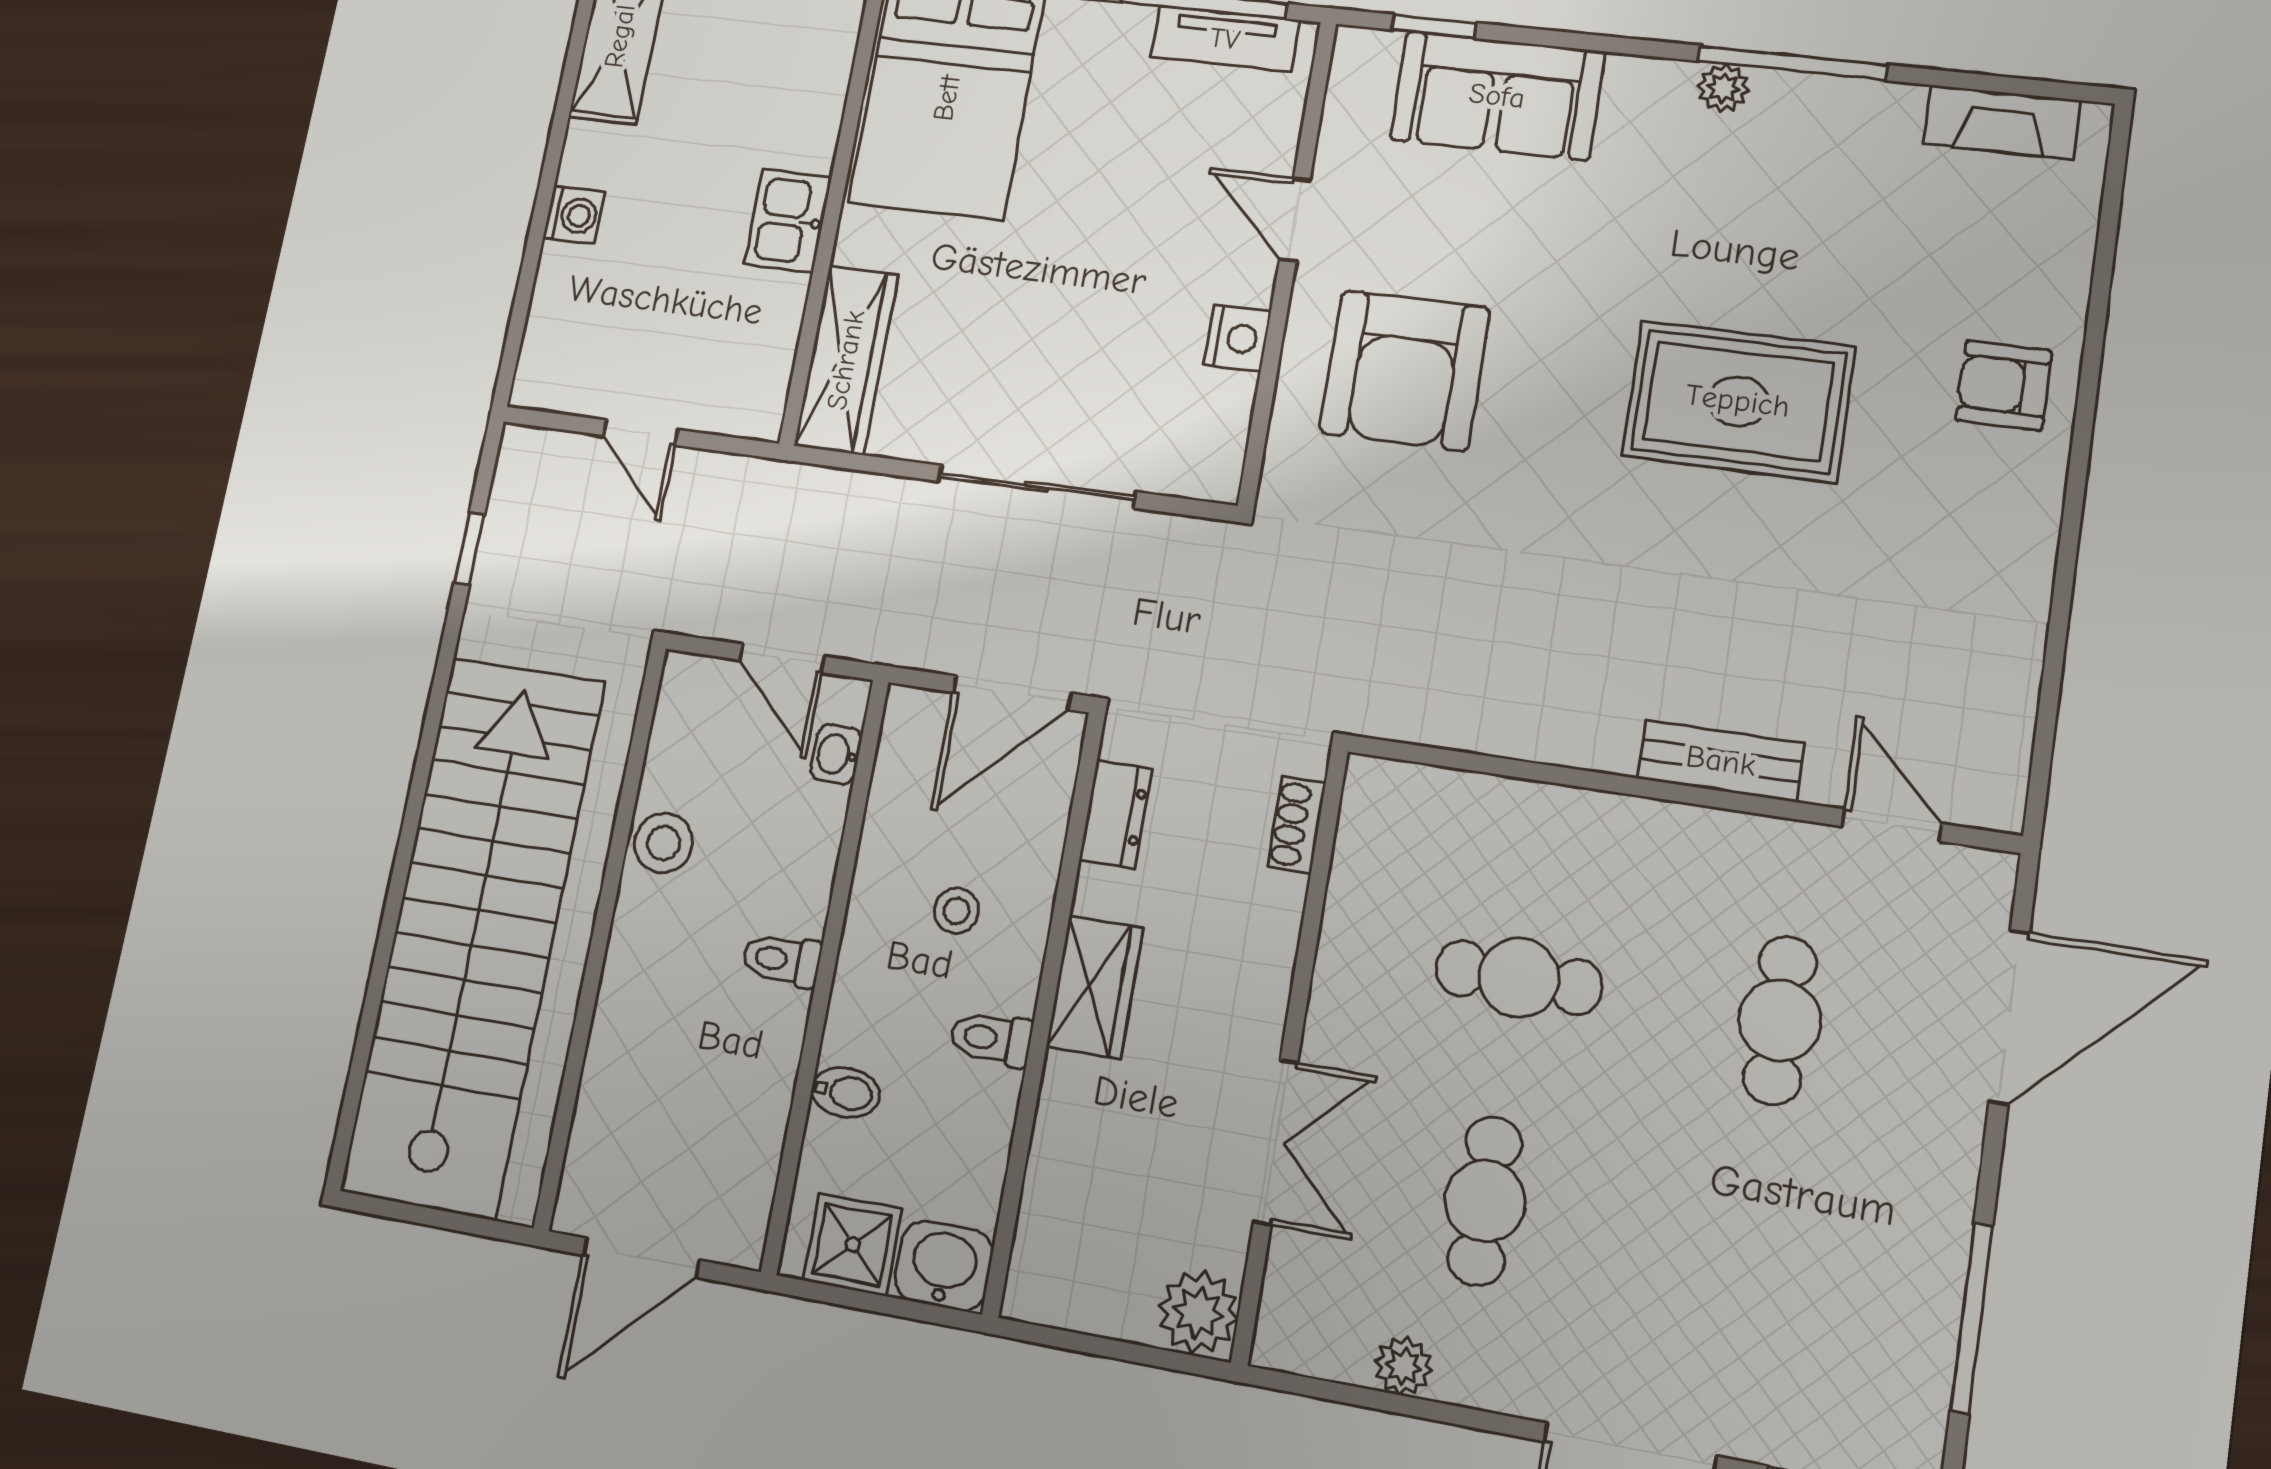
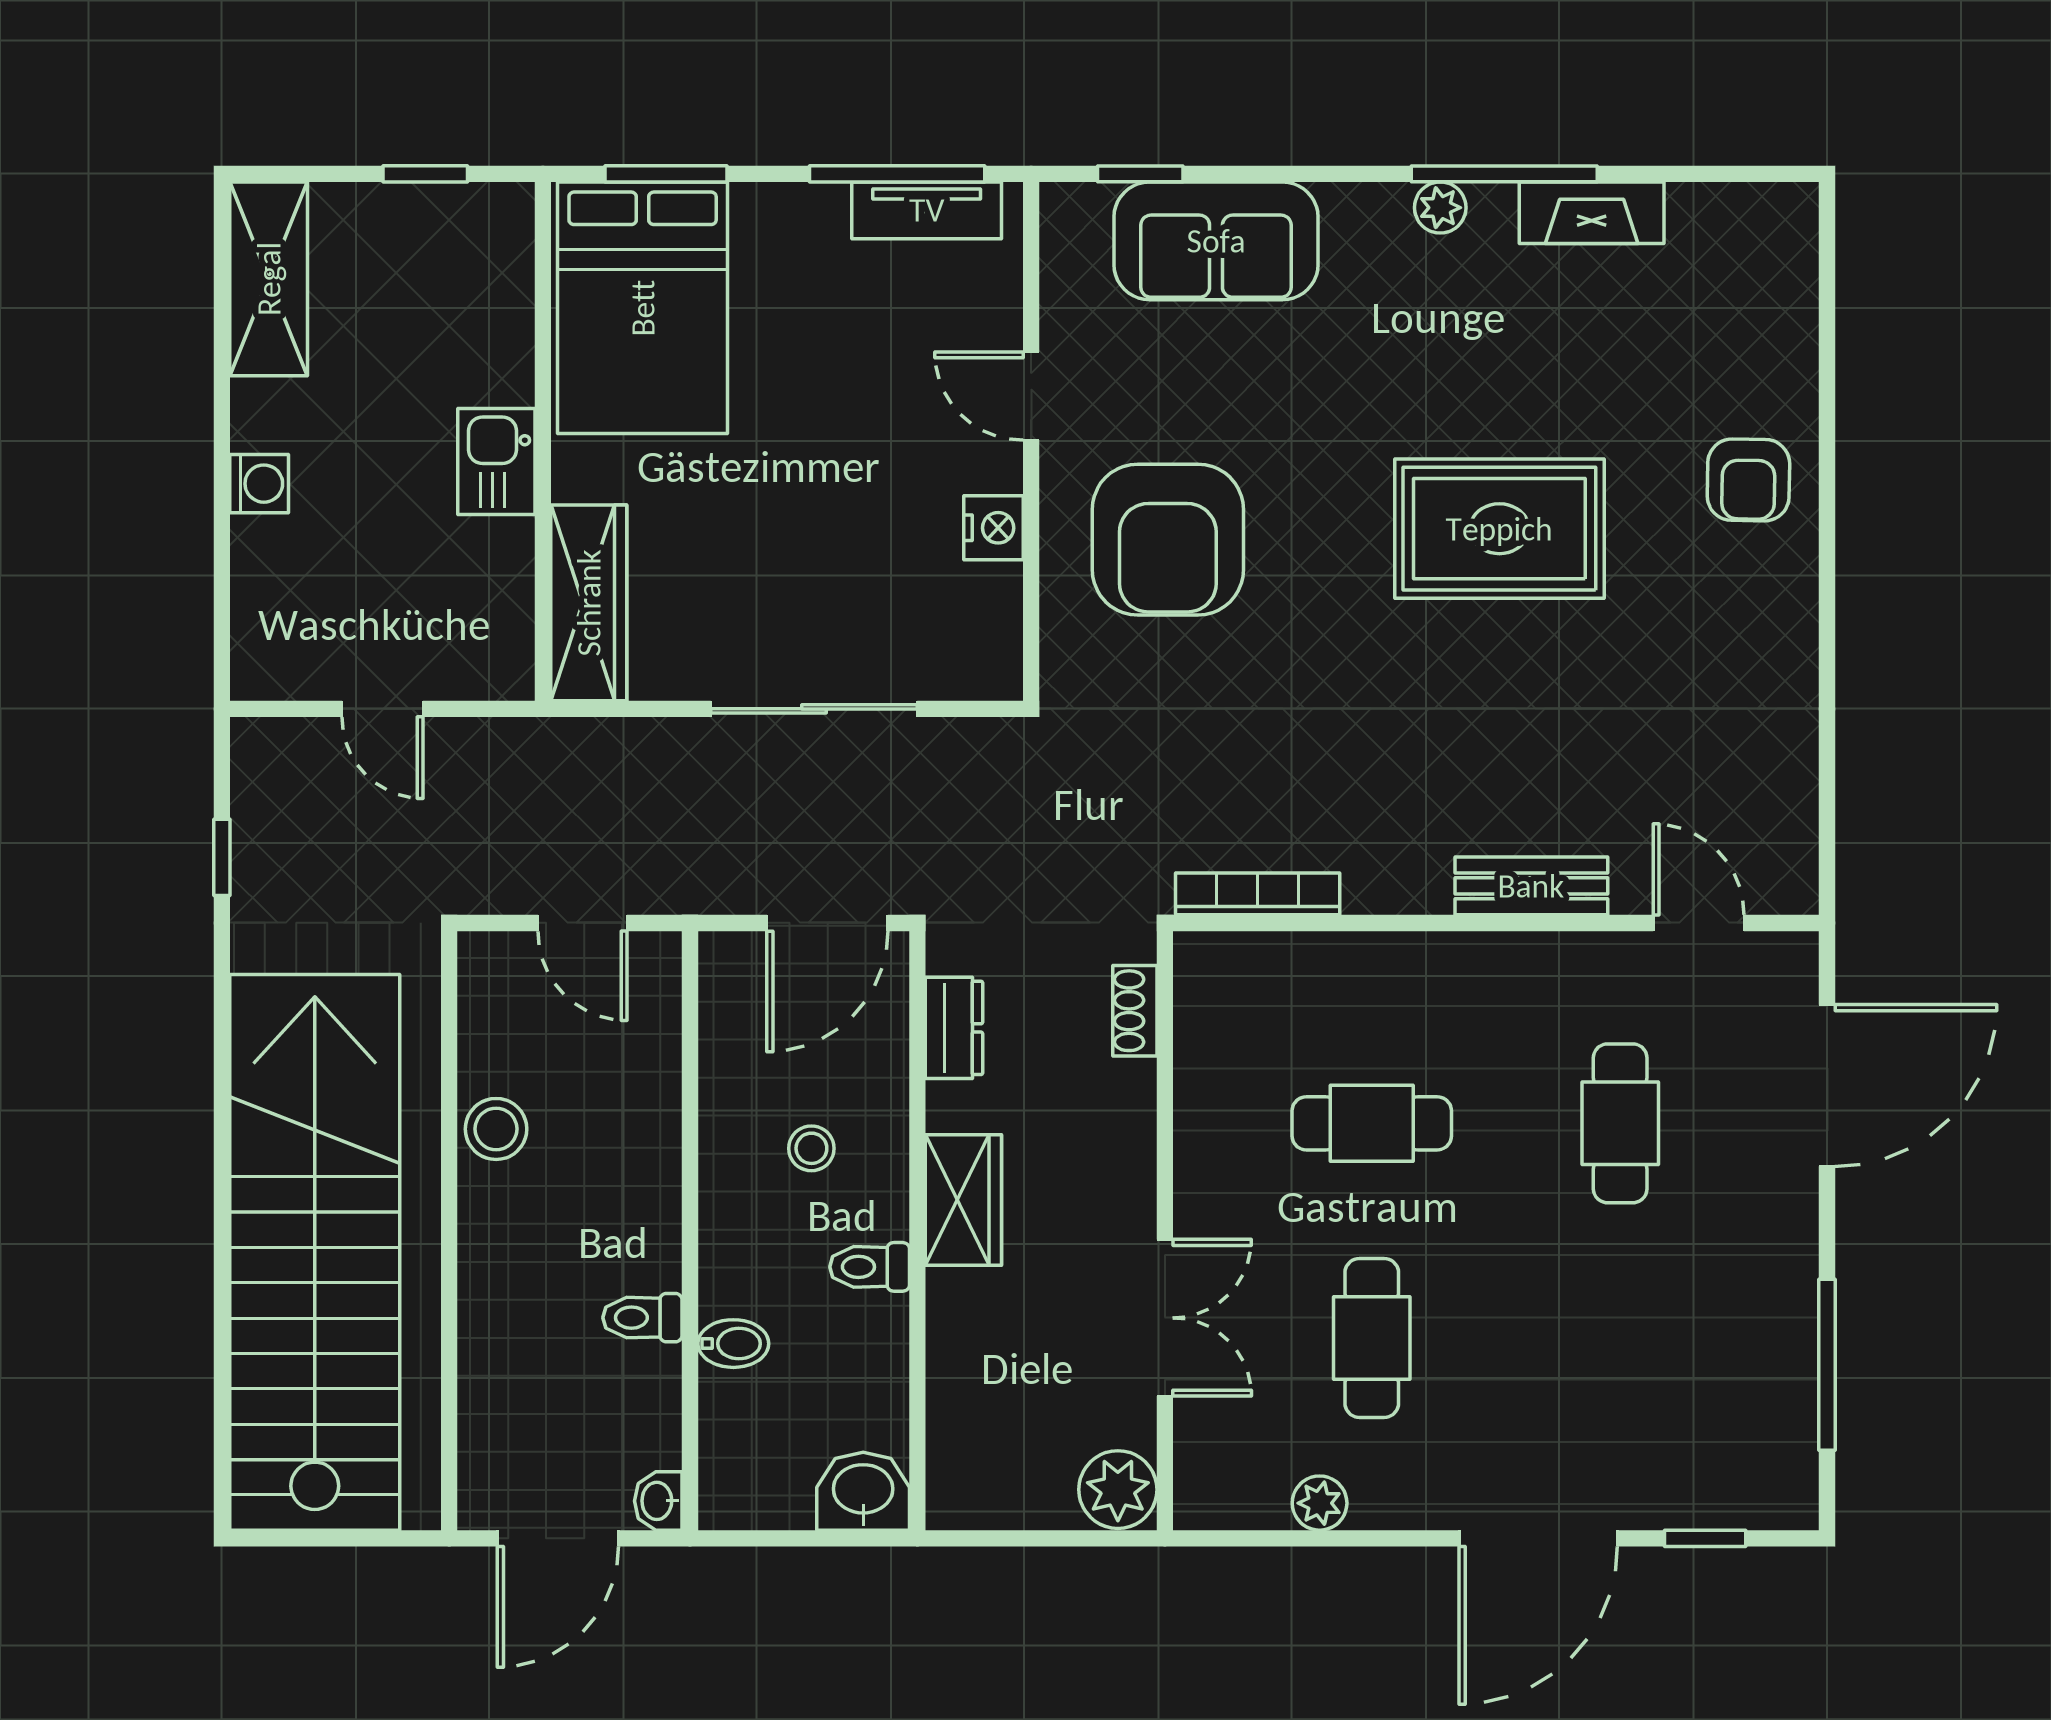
fireplace: (2002, 122) -> (1592, 213), moved
armchair: (2004, 385) -> (1748, 480), turned -89
bookcase: (1439, 727) -> (1258, 894), added
washbasin: (836, 755) -> (658, 1501), moved
toilet: (782, 960) -> (642, 1318), moved
shower: (853, 1244) -> (769, 1487), removed

